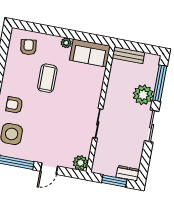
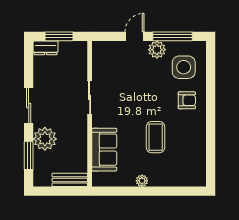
armchair: (28, 47) -> (183, 168), removed
sofa: (90, 53) -> (104, 150), moved, turned 90
window: (160, 83) -> (29, 155), width x0.69
plant: (81, 163) -> (157, 50), moved

